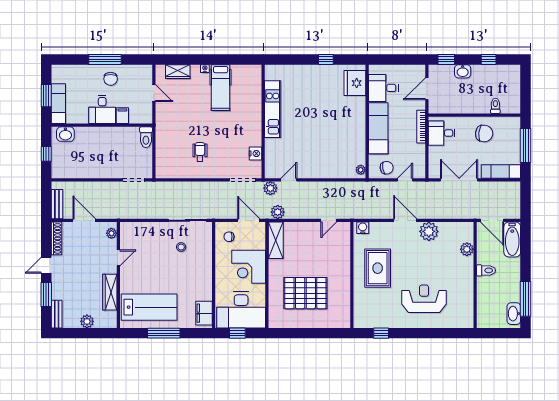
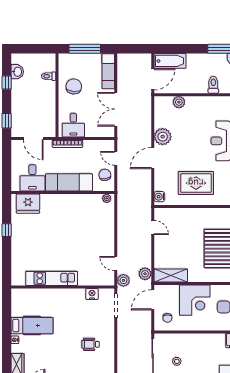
washbasin: (463, 71) -> (17, 72), moved
toilet: (486, 270) -> (213, 85), moved

